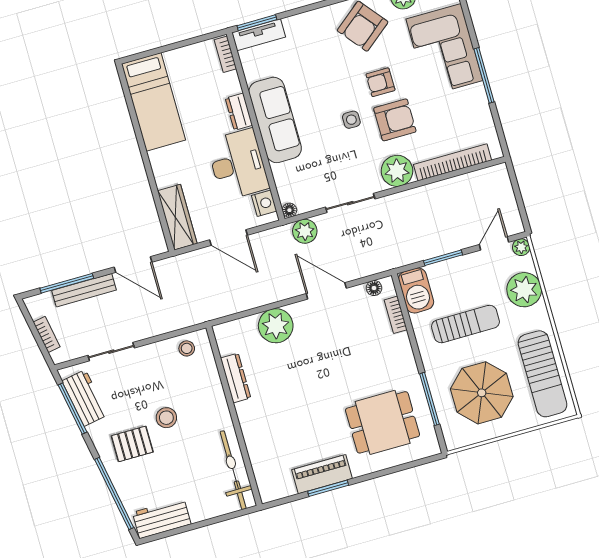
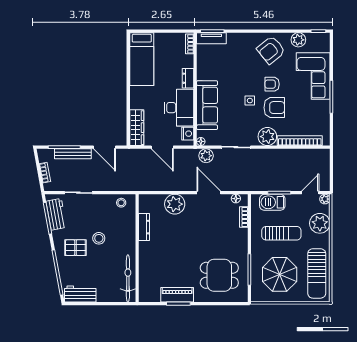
sofa: (275, 120) -> (207, 105), moved
barbecue: (416, 290) -> (272, 202), moved, turned 90

